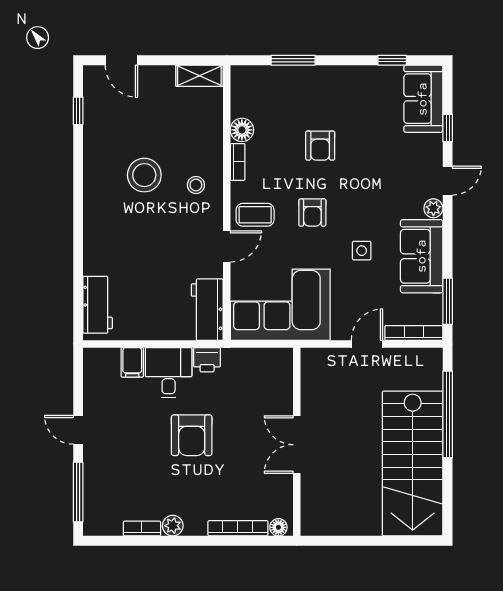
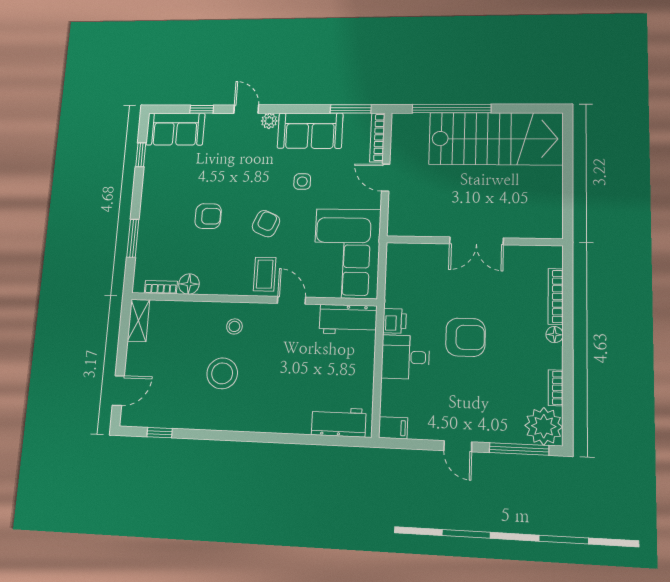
bookcase: (238, 162) -> (161, 287), moved
armchair: (312, 213) -> (266, 224), turned -67
filing cabinet: (132, 362) -> (393, 428), moved
door: (78, 430) -> (458, 446), hinge flipped
plant: (173, 526) -> (544, 426), moved, width x1.87, depth x1.87
floor lamp: (278, 527) -> (555, 335), moved

